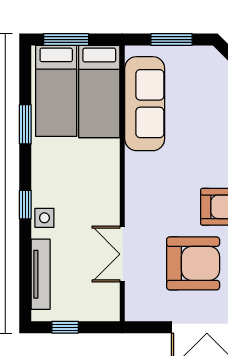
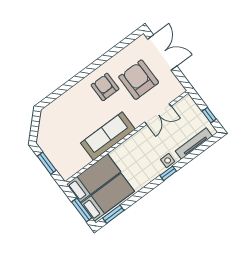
sofa: (145, 104) -> (108, 136), moved
window: (25, 124) -> (113, 214), moved

